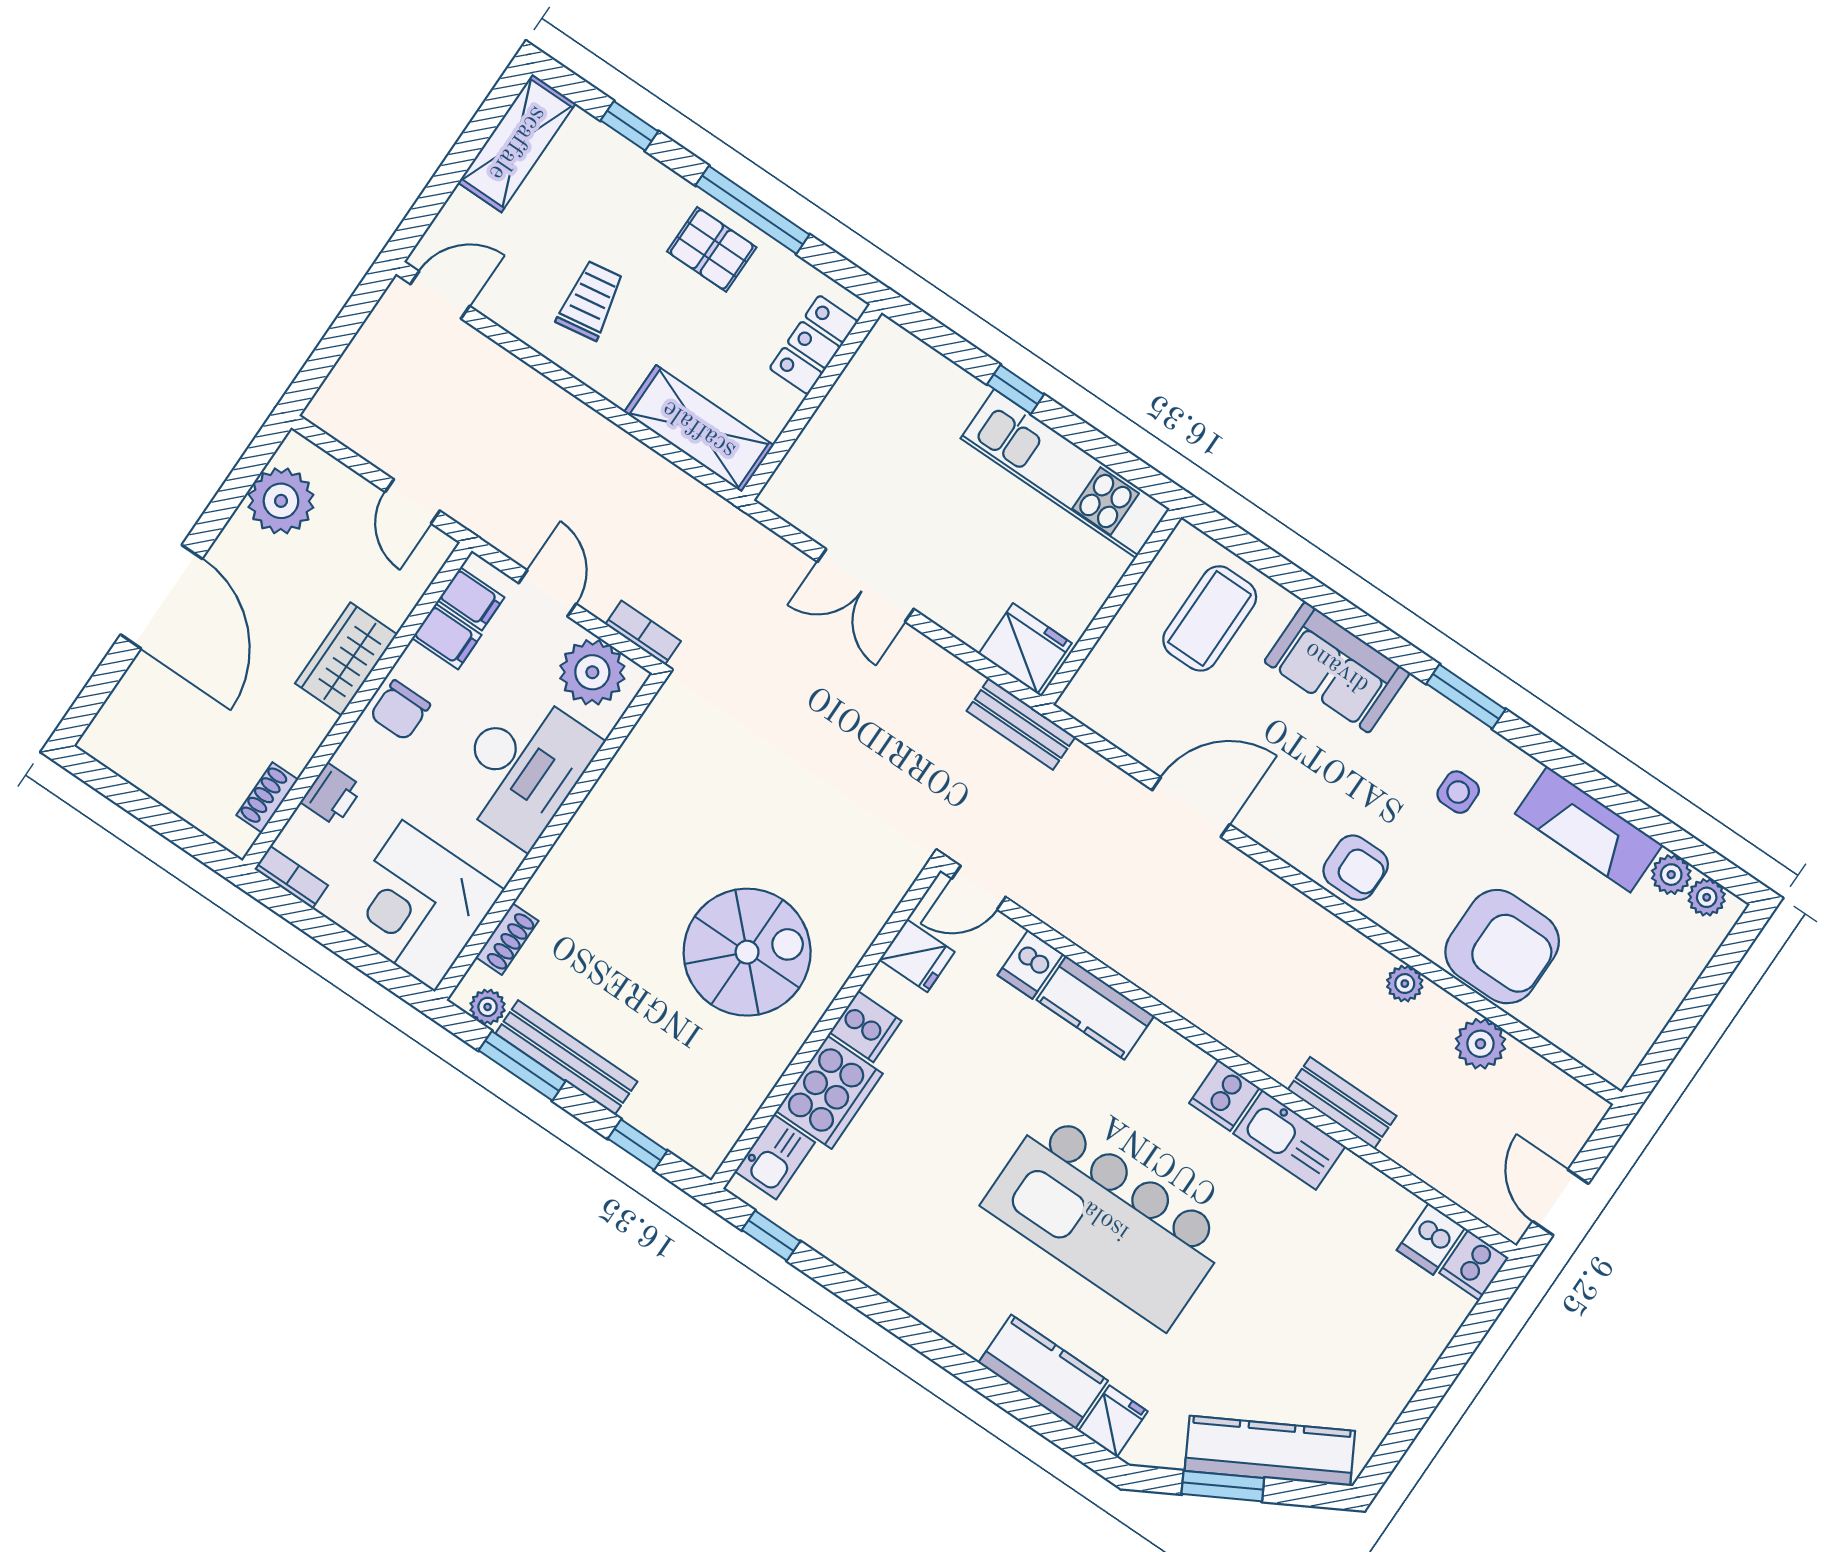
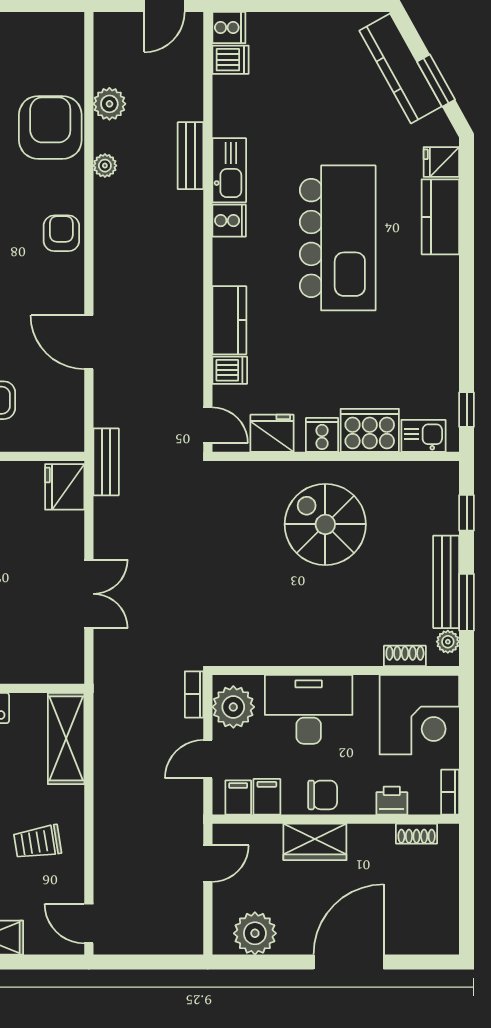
fridge: (917, 956) -> (272, 433), width x1.38

